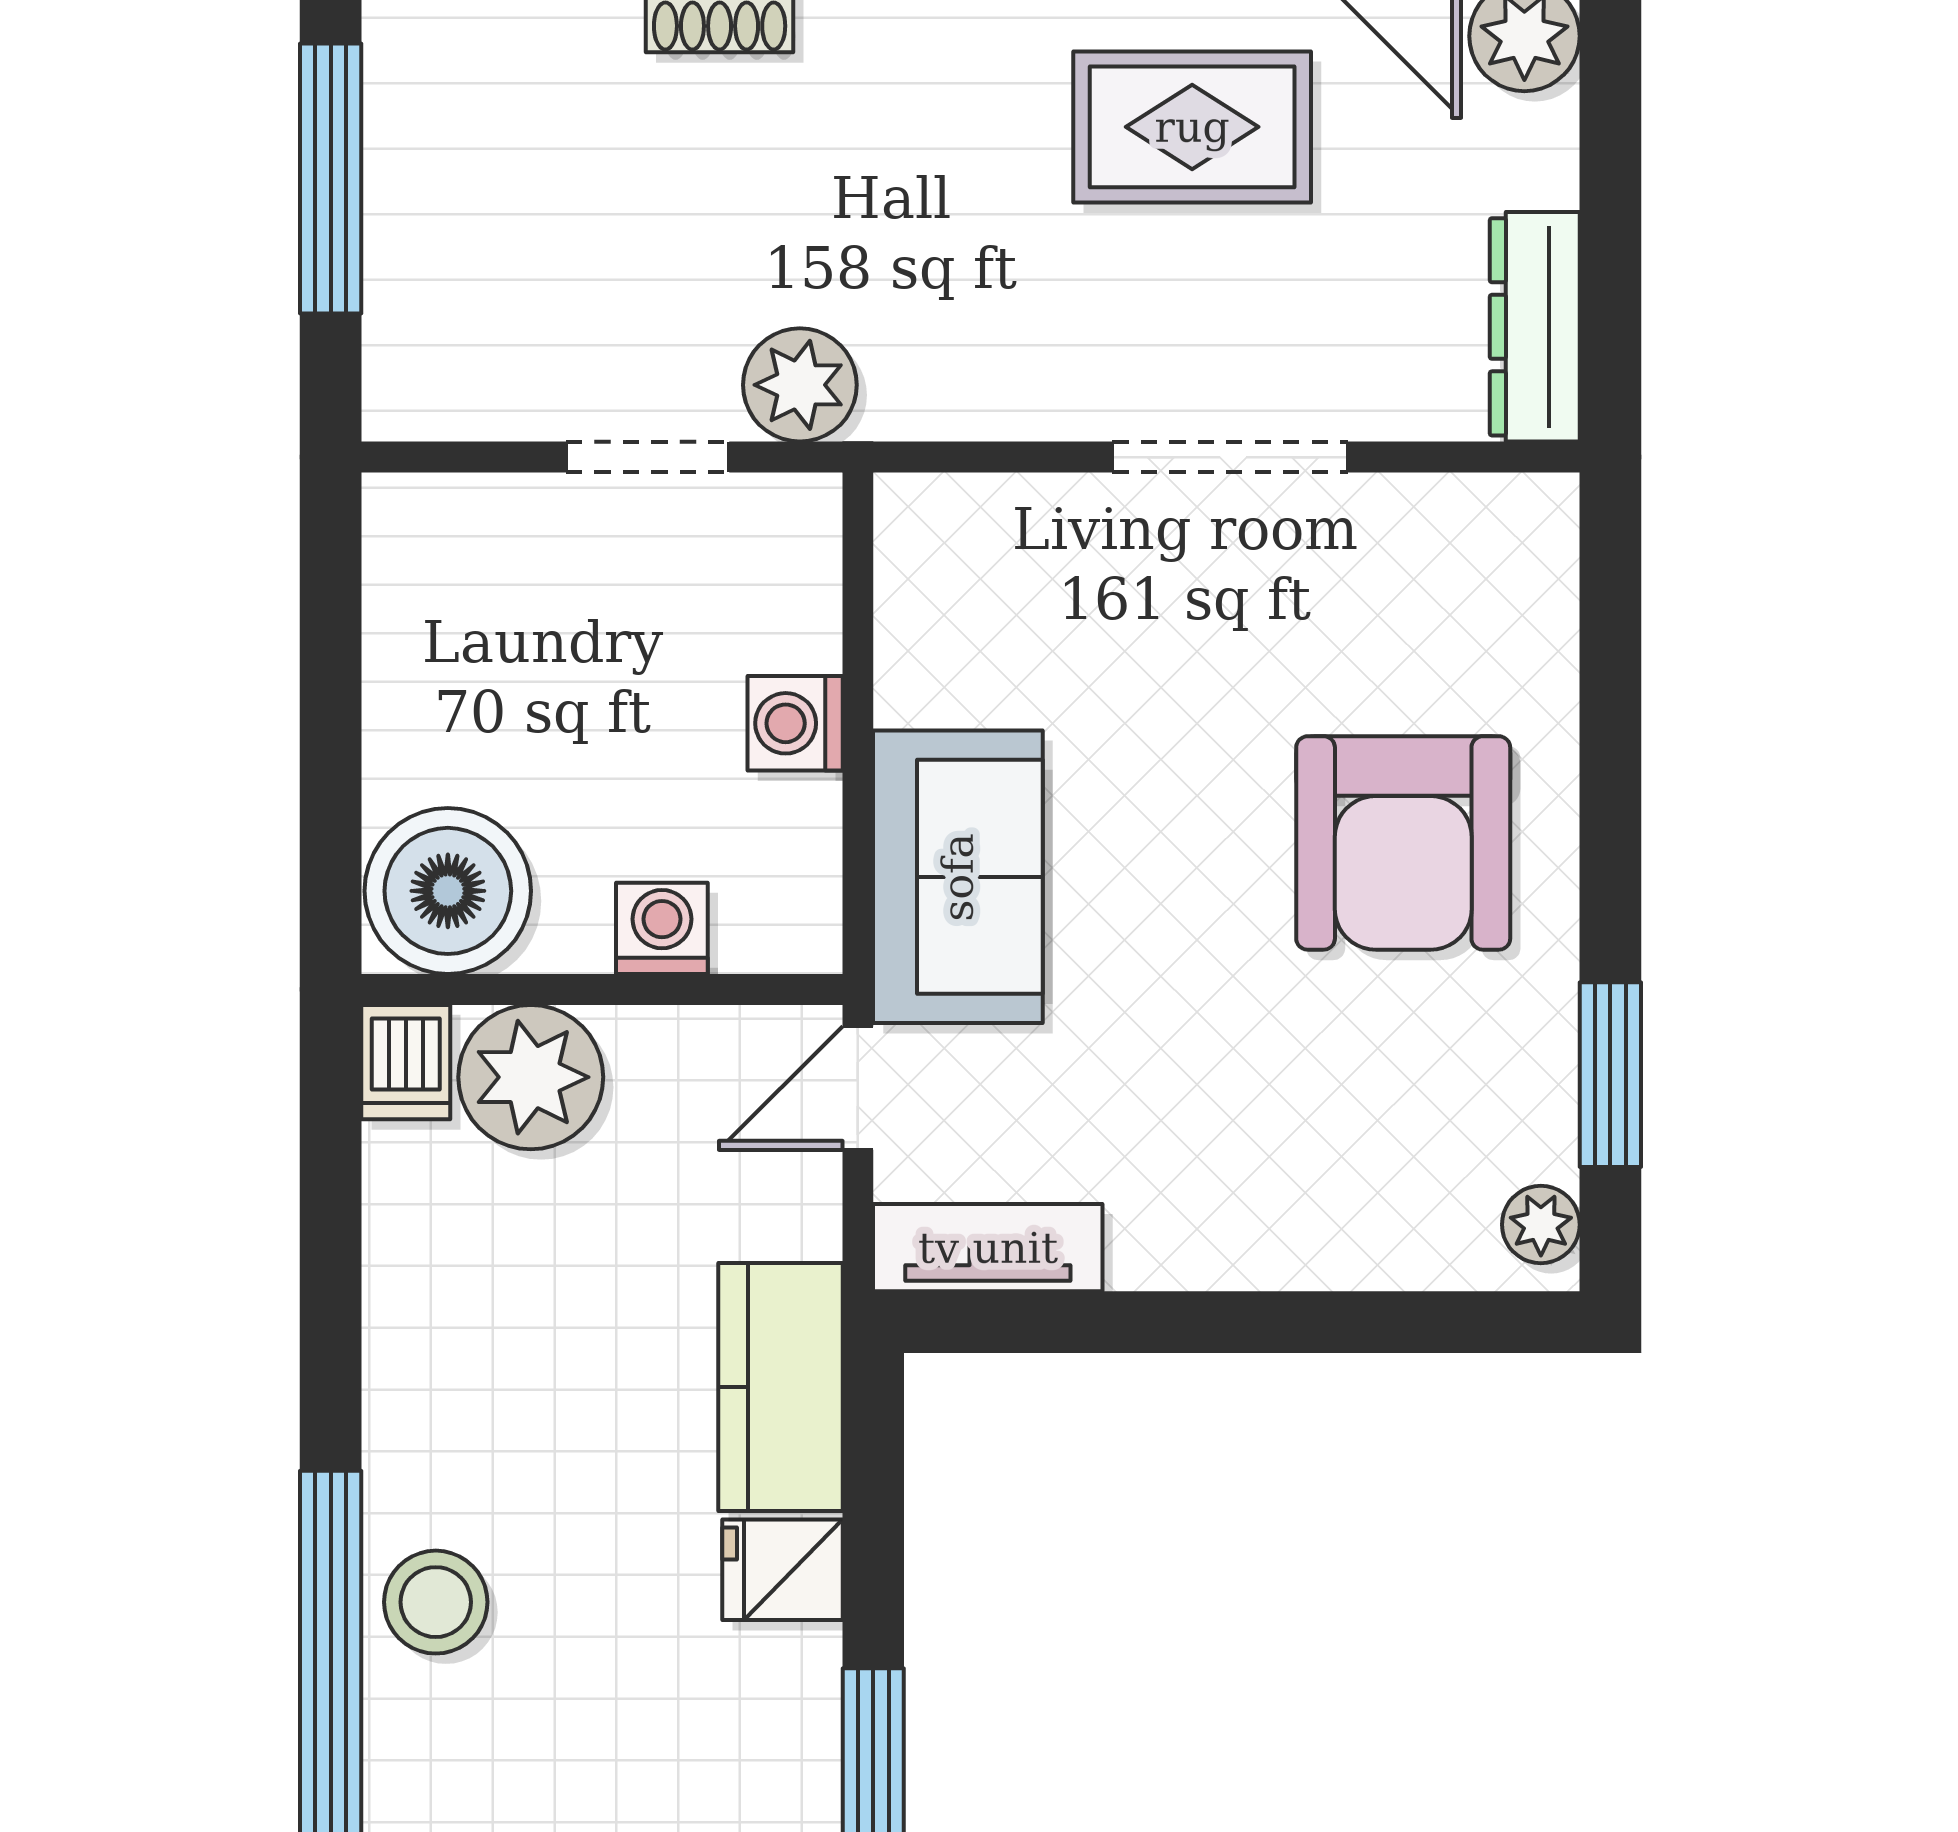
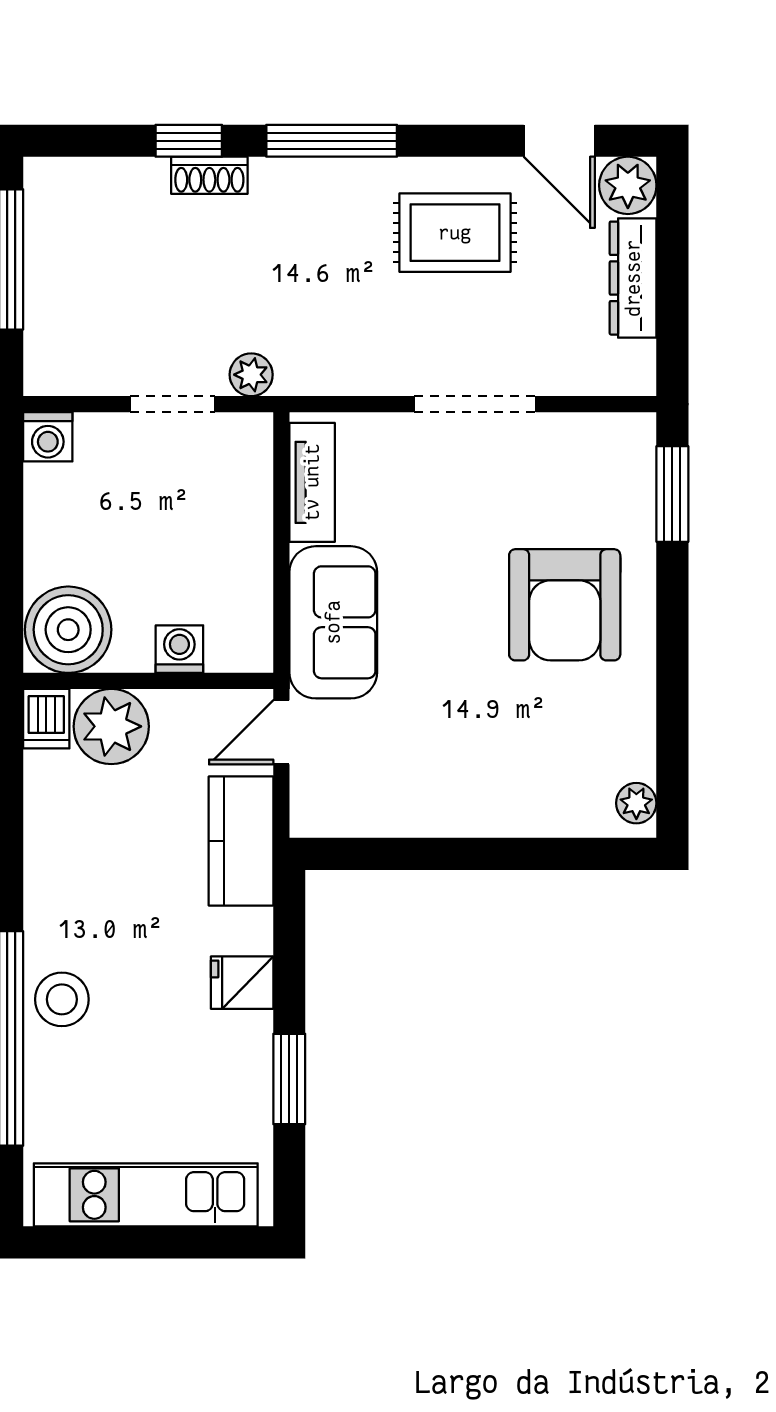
dresser: (1535, 327) -> (633, 278), moved
plant: (800, 385) -> (251, 375), width x0.73, depth x0.73
washing machine: (795, 723) -> (48, 437), moved, turned -90
window: (1610, 1075) -> (672, 494), moved
tv unit: (988, 1248) -> (312, 482), moved, turned 90
kitchen counter: (780, 1387) -> (241, 841), moved

